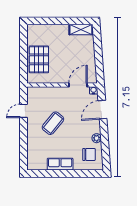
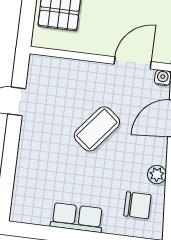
coffee table: (53, 123) -> (97, 129), moved

